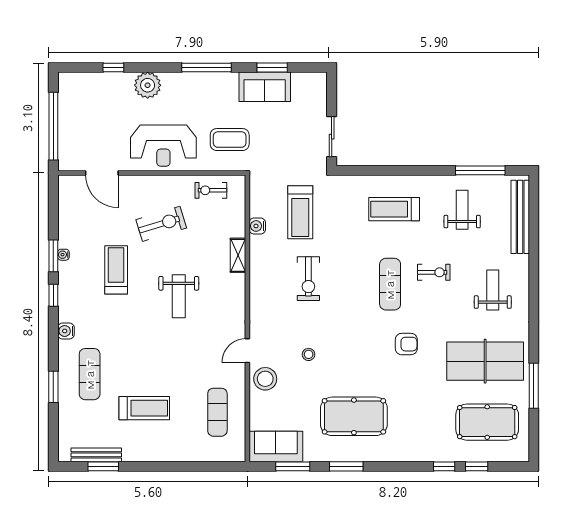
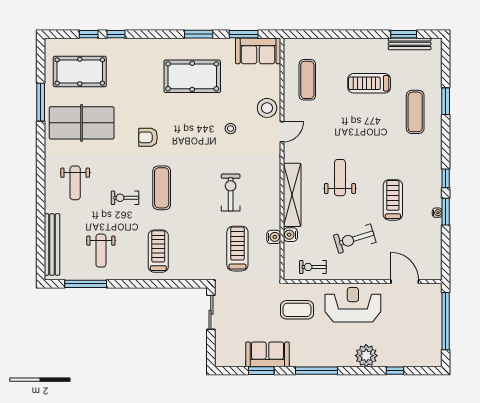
exercise bike: (211, 190) -> (313, 267), turned 180
treadmill: (394, 209) -> (158, 251), turned -90
shelving: (238, 255) -> (292, 195), width x2.20, depth x1.33
treadmill: (116, 270) -> (393, 200), turned 180
water cooler: (66, 331) -> (290, 235), moved, turned 180

